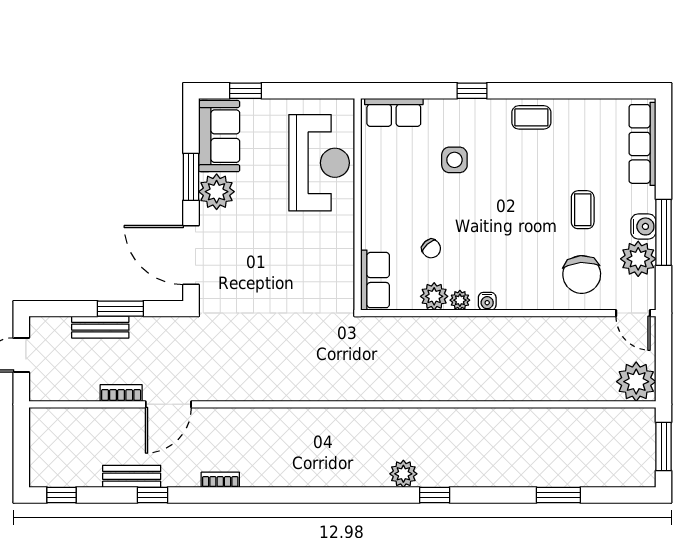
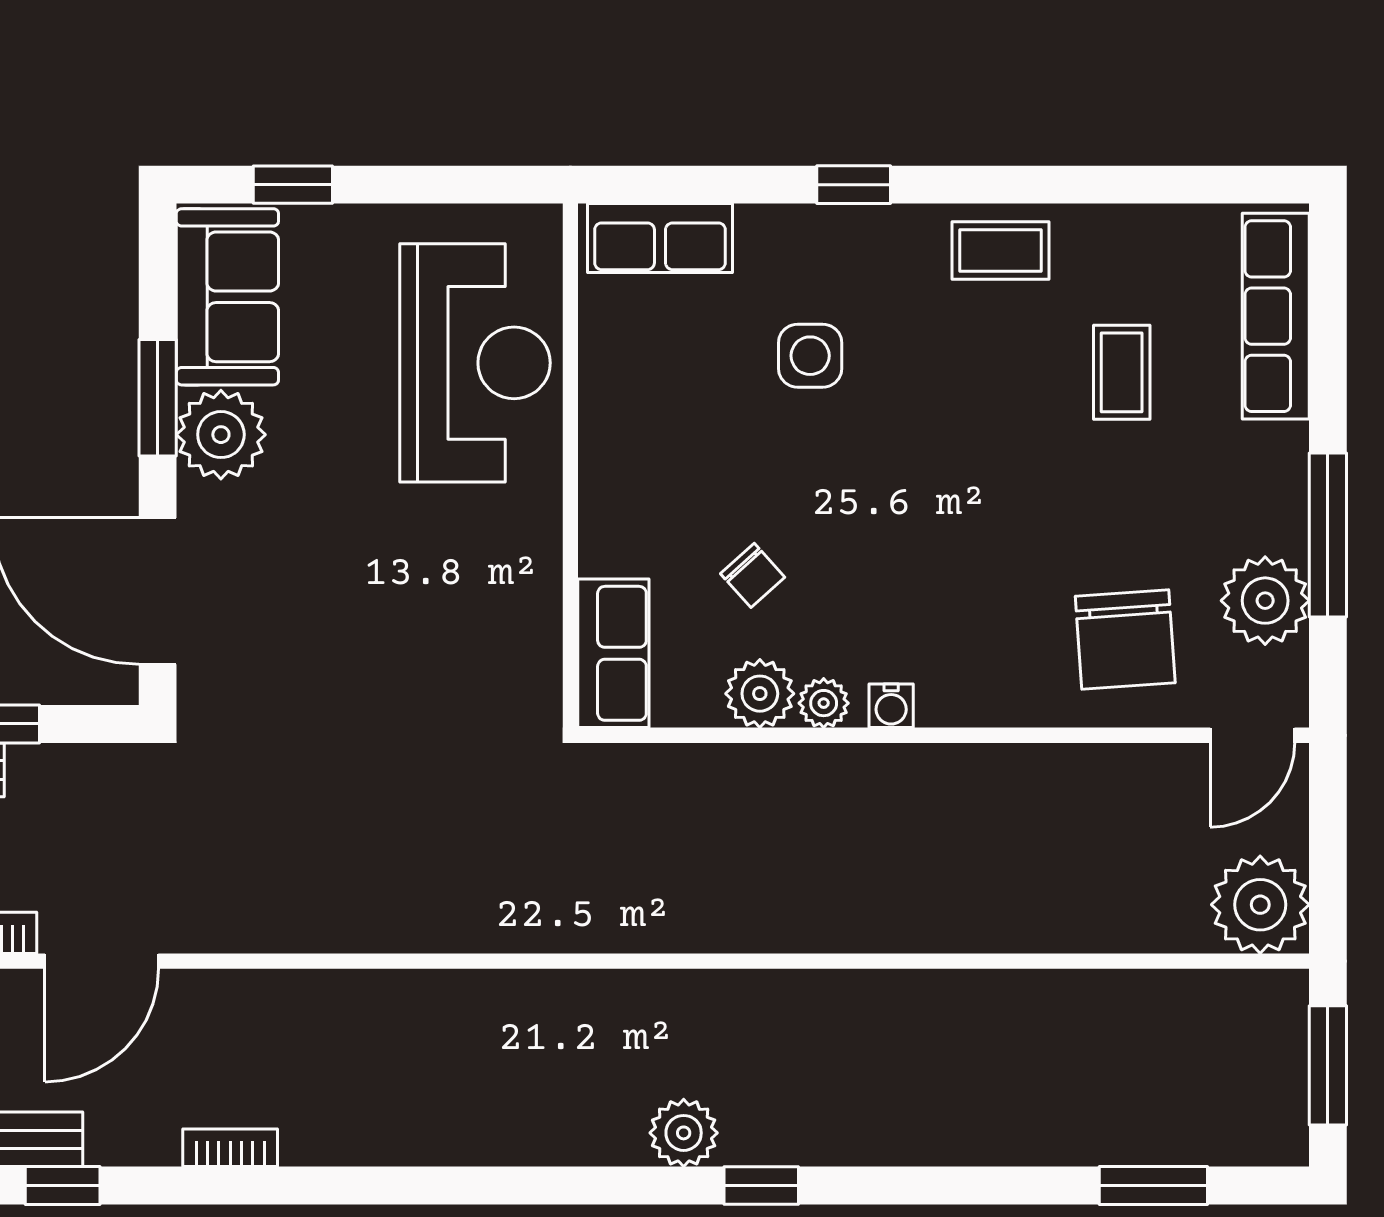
coffee table: (583, 210) -> (1122, 372), moved
water cooler: (643, 226) -> (1278, 521), removed
door: (633, 313) -> (1252, 735), hinge flipped
window: (558, 495) -> (1153, 1186), moved

